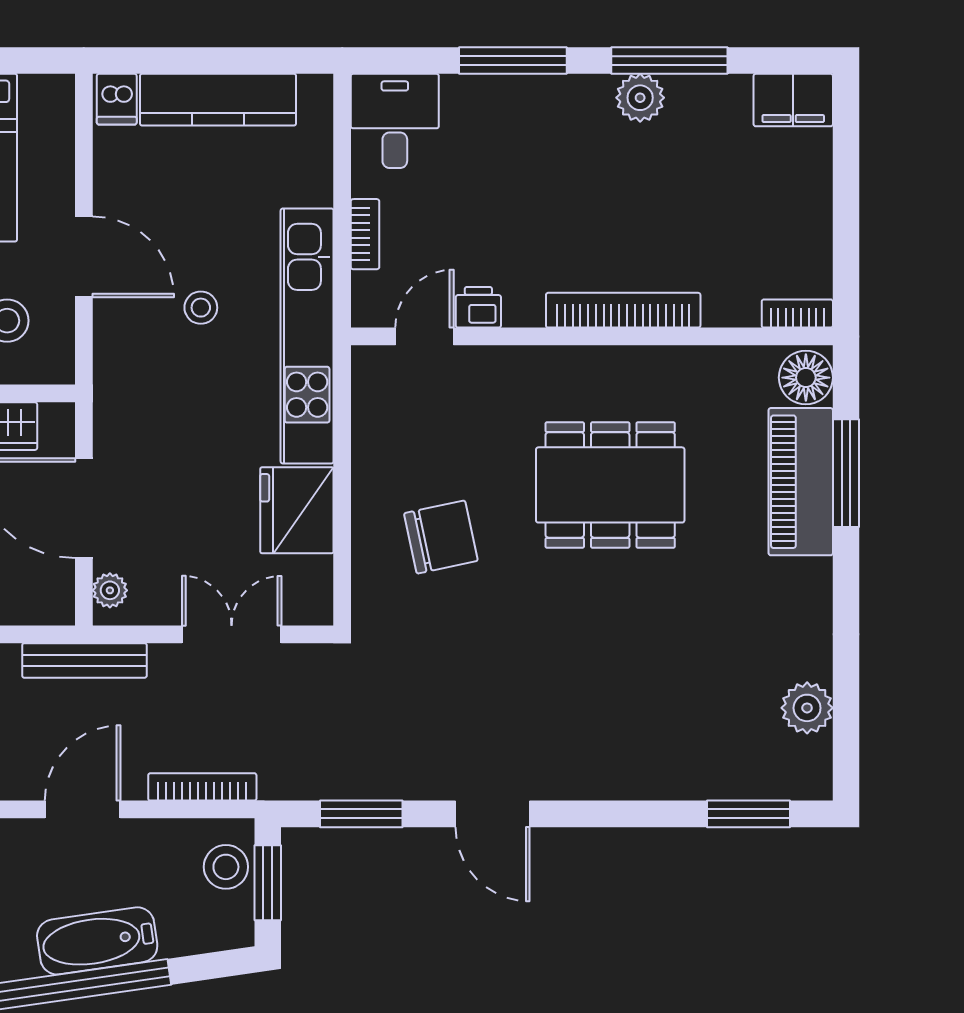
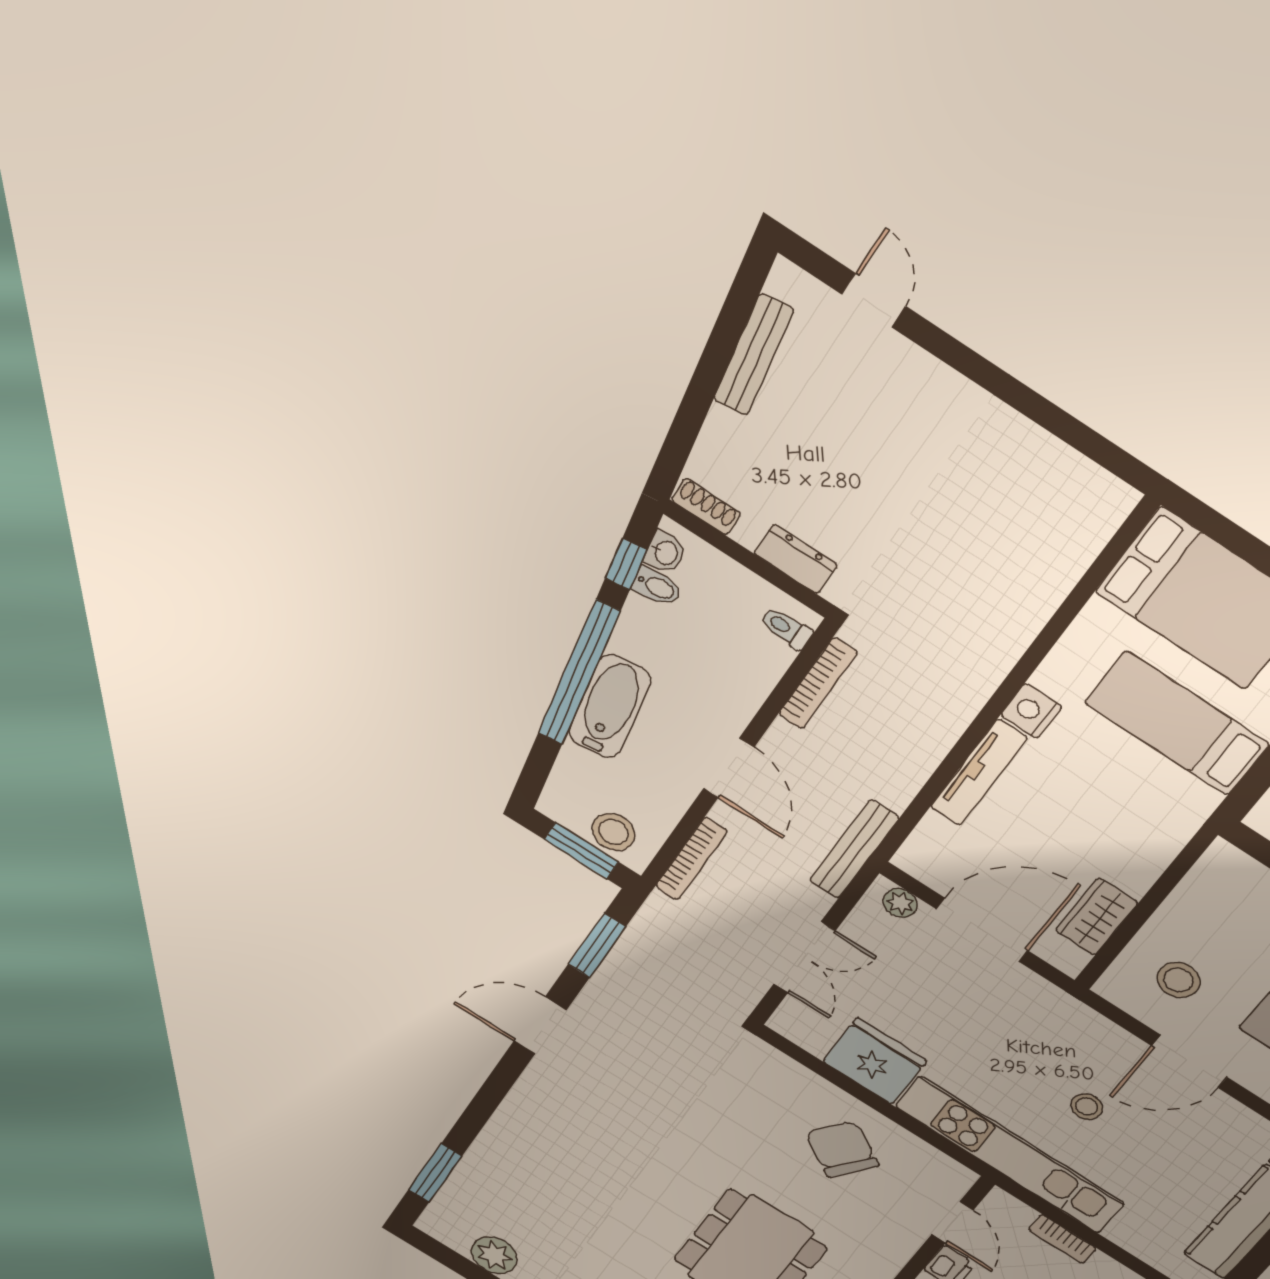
chair: (441, 537) -> (842, 1149), moved, turned 137

